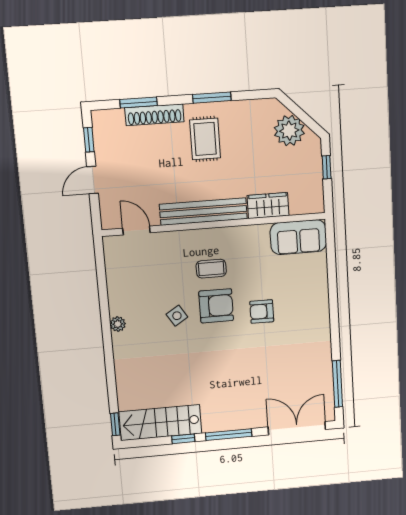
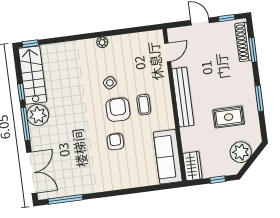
shoe rack: (154, 115) -> (243, 42), moved
rug: (205, 139) -> (229, 117), moved
wardrobe: (268, 206) -> (193, 166), moved
sofa: (298, 237) -> (168, 157), width x1.36
armchair: (216, 306) -> (118, 110), turned 180
plant: (217, 417) -> (38, 115), added

